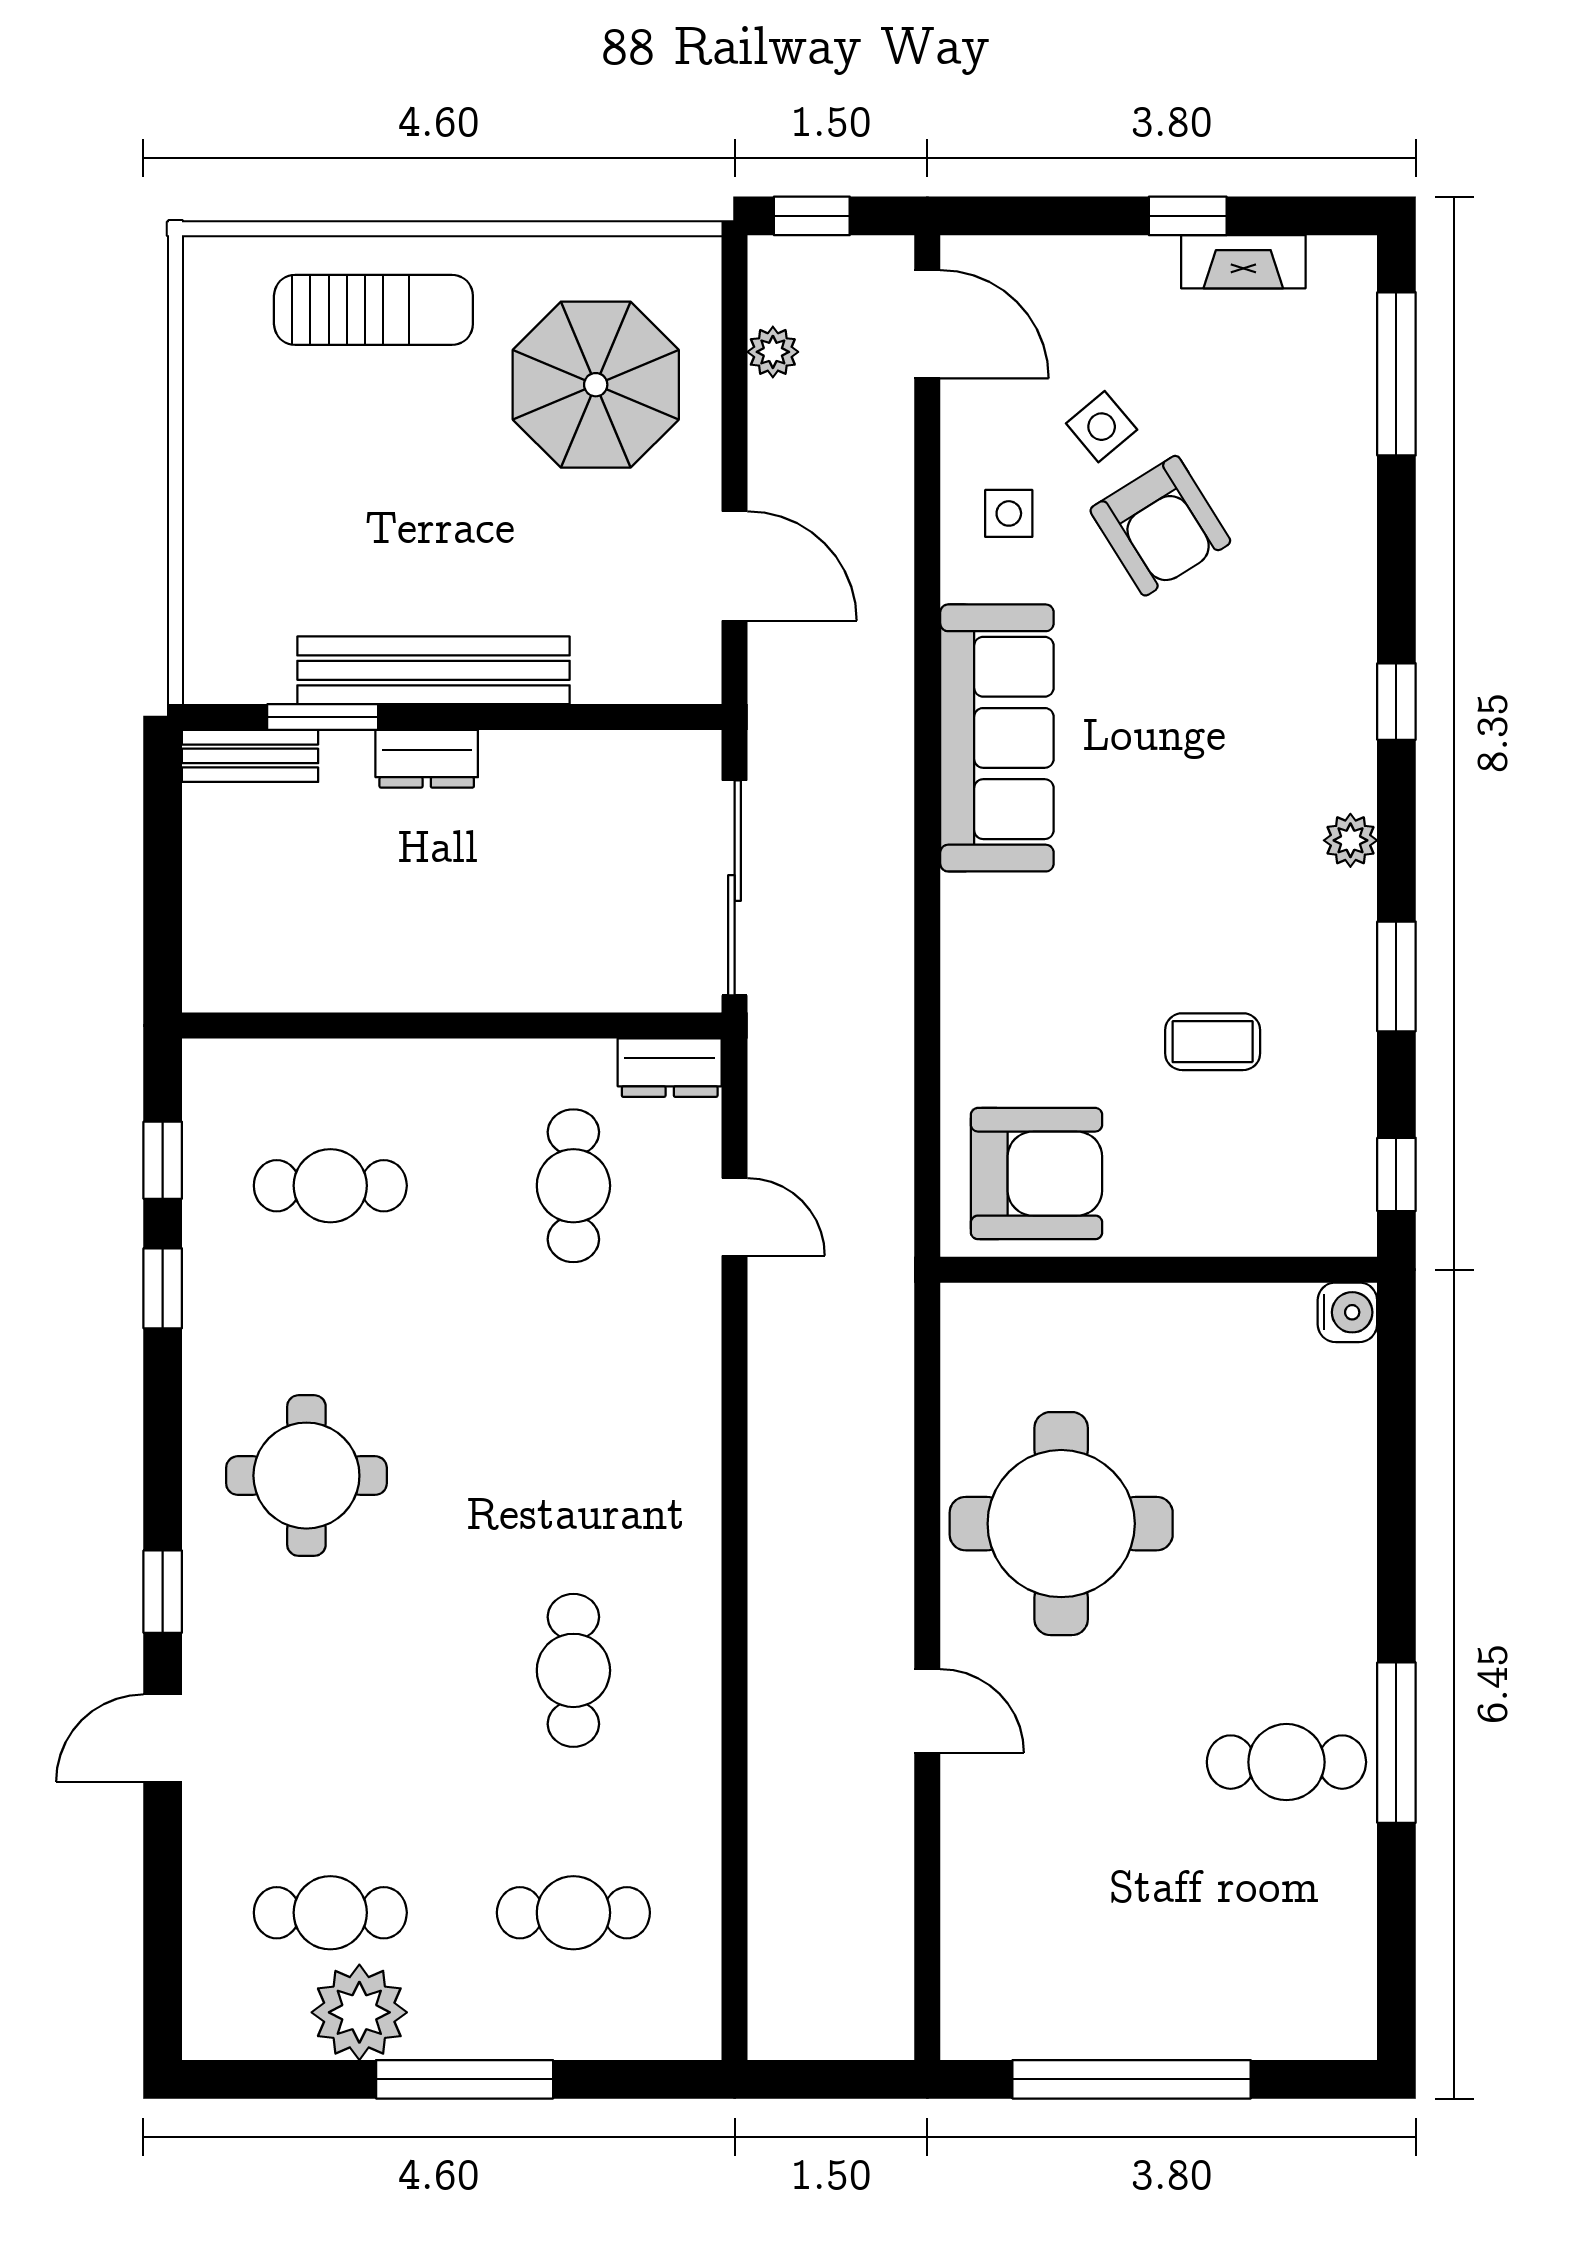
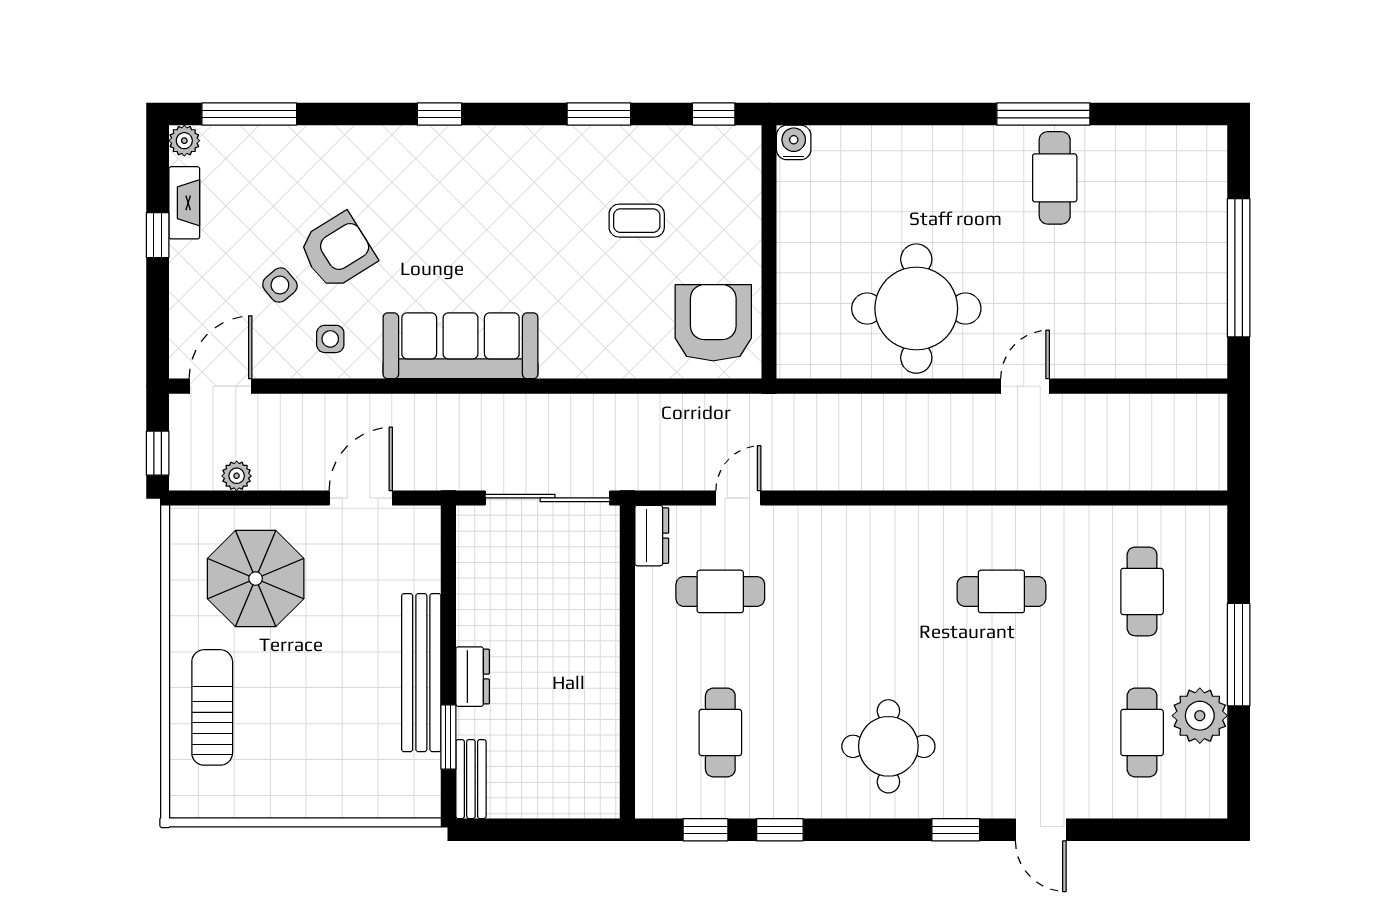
plant: (1350, 840) -> (184, 141), moved
coffee table: (1213, 1042) -> (637, 221), turned 90

